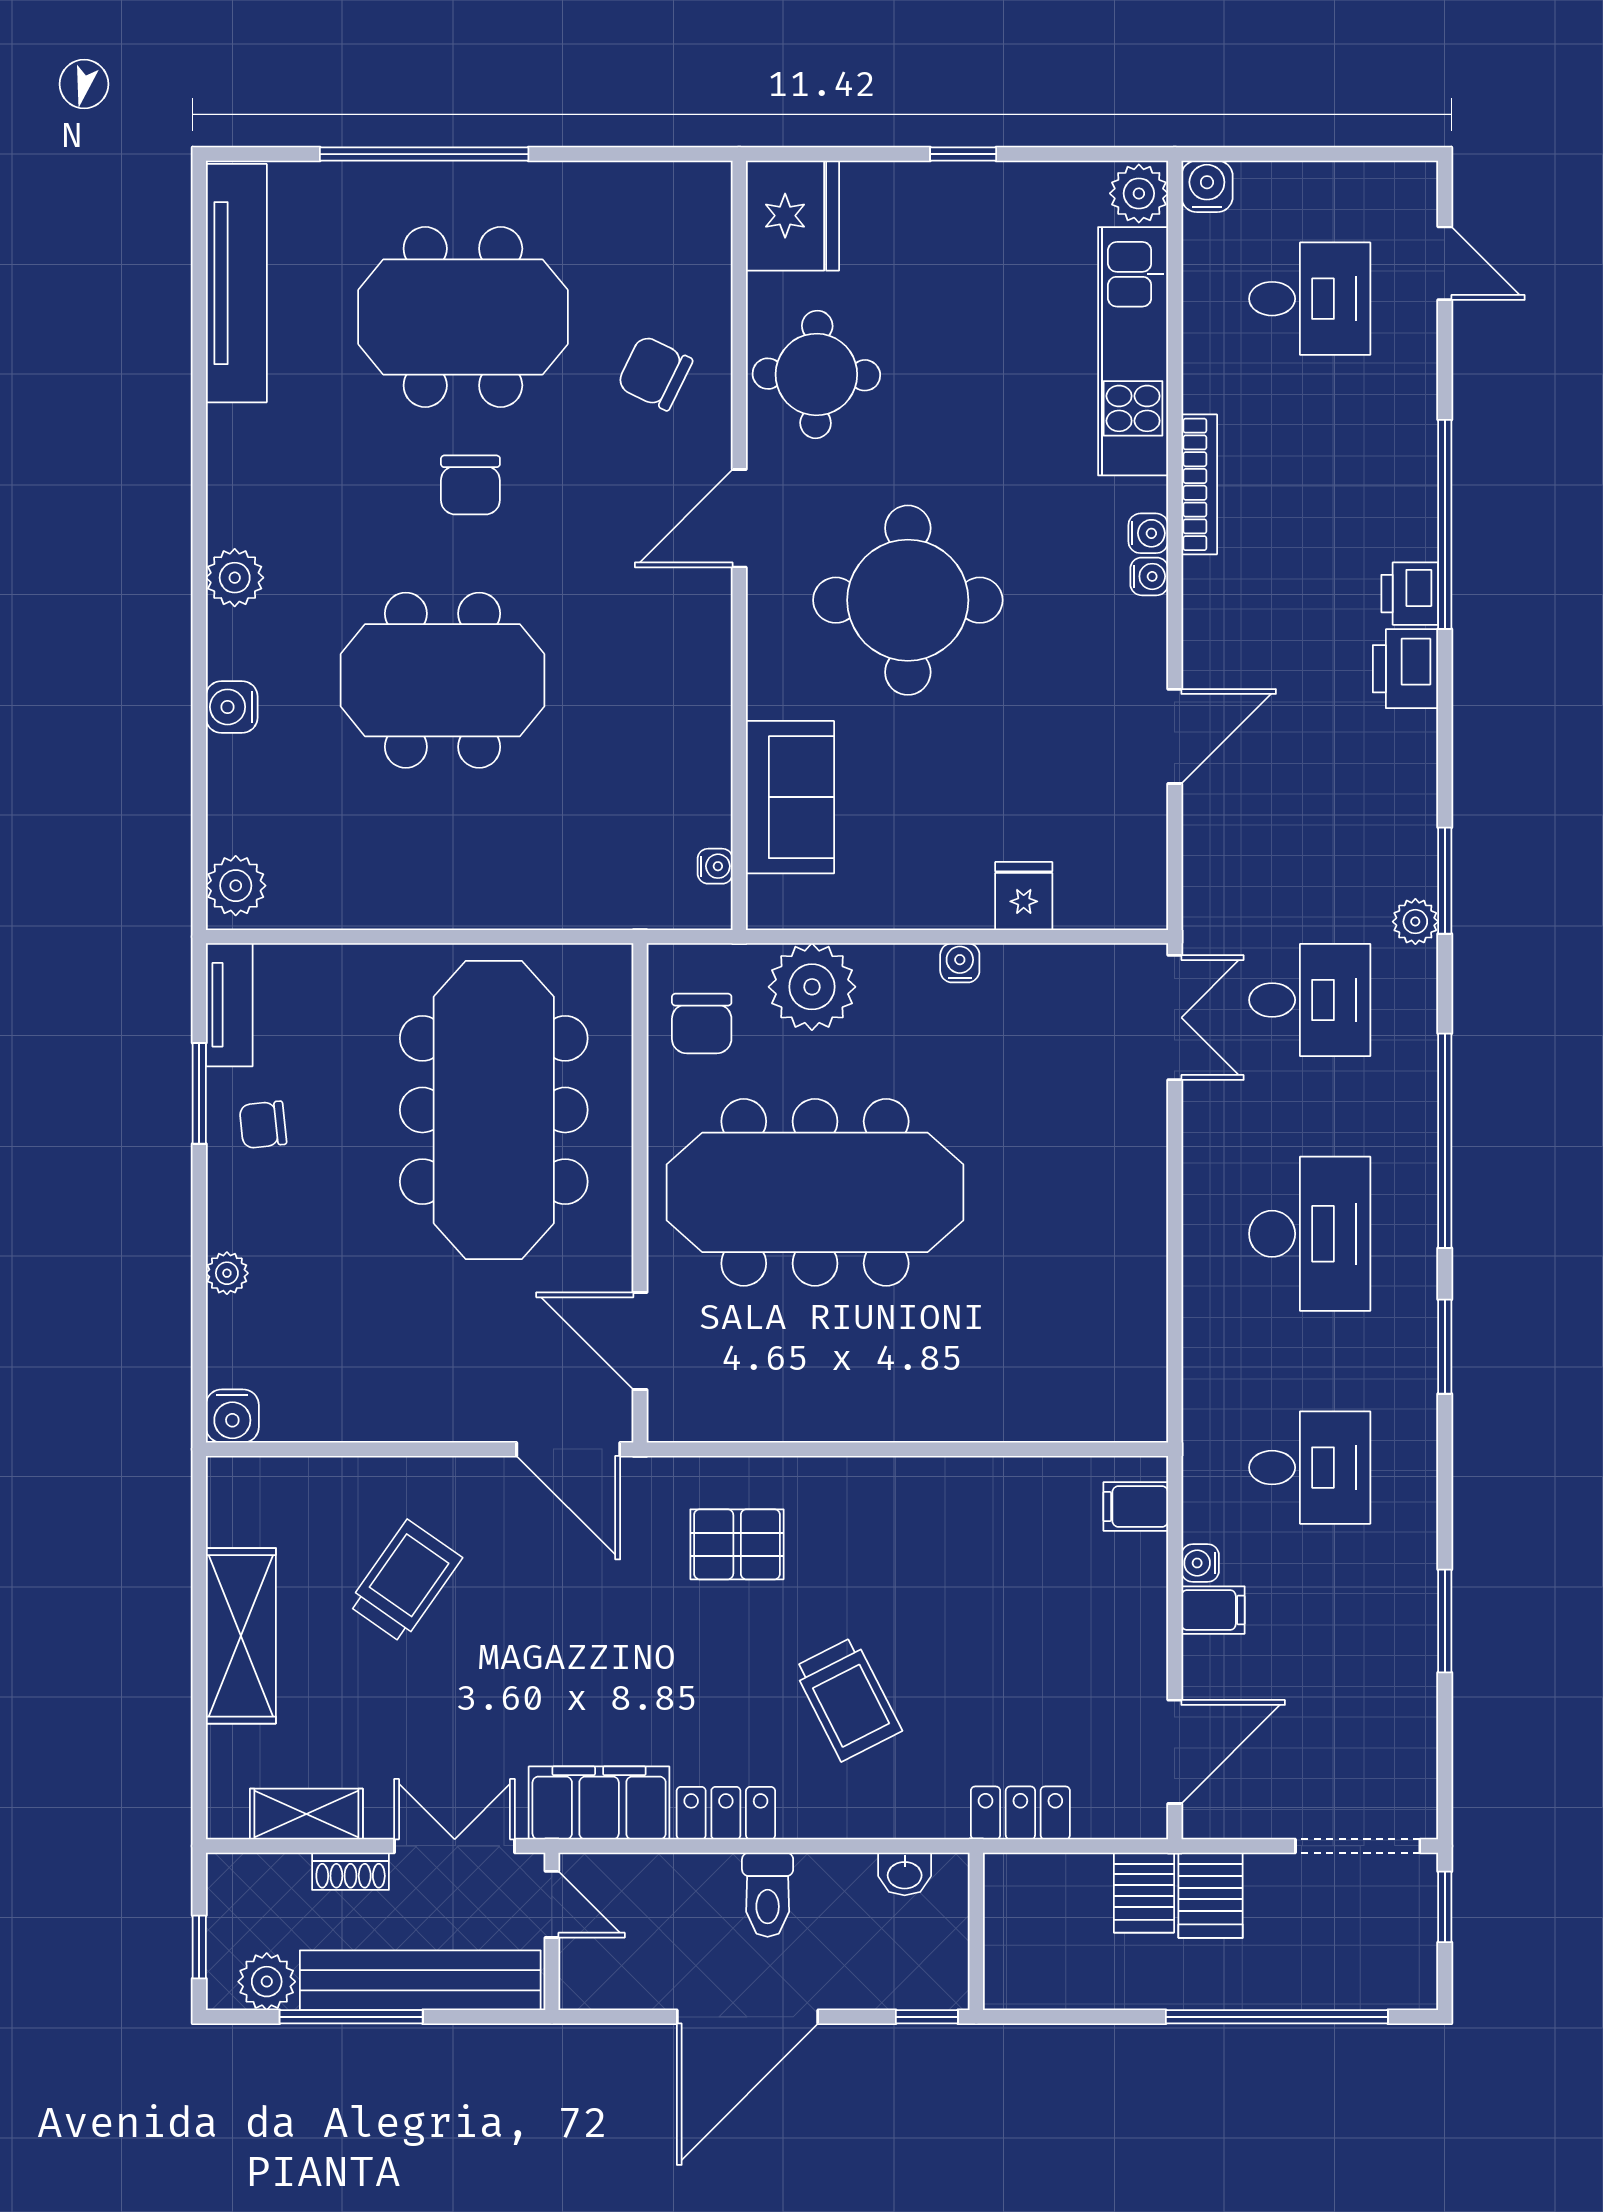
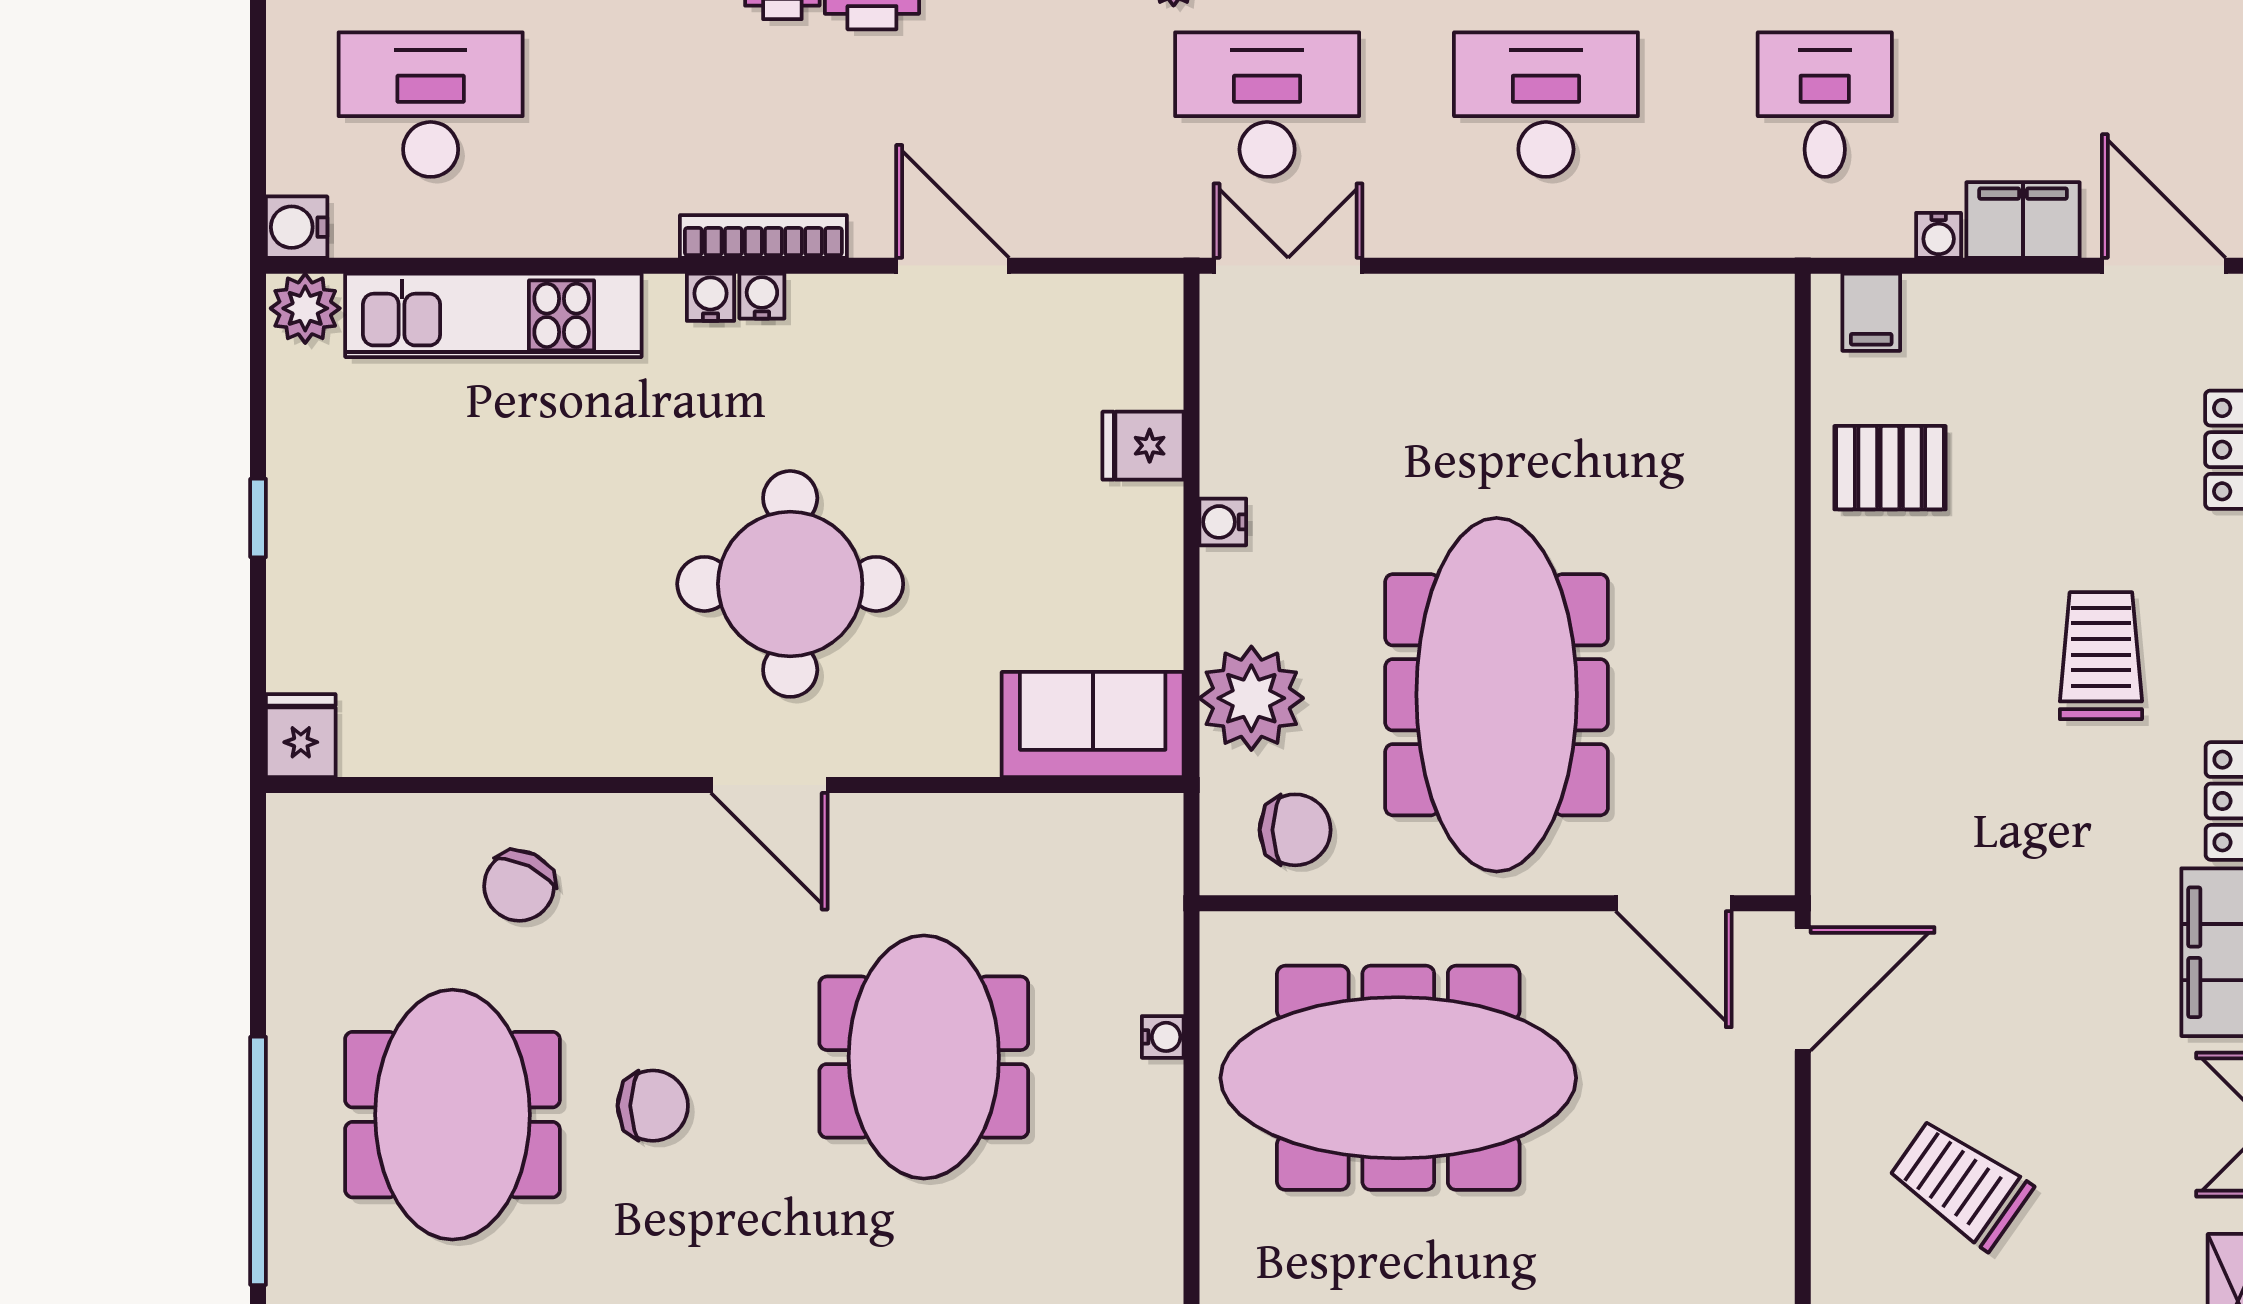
fridge: (792, 216) -> (301, 736), width x0.53, depth x0.75
desk: (1310, 299) -> (431, 105), width x1.37
round table: (816, 374) -> (521, 693), removed
bookcase: (1199, 484) -> (763, 236), moved
door: (739, 518) -> (769, 785), moved
meeting table: (442, 680) -> (924, 1057), moved
sofa: (790, 797) -> (1093, 725), moved
water cooler: (715, 866) -> (1163, 1037), moved, turned 90
desk: (1310, 1000) -> (1267, 105), width x1.37
door: (640, 1341) -> (1674, 903), hinge flipped
pallet: (737, 1544) -> (1890, 468), moved, turned 90
filing cabinet: (1213, 1610) -> (2023, 220), width x2.00
trolley: (848, 1699) -> (2101, 656), turned -63

